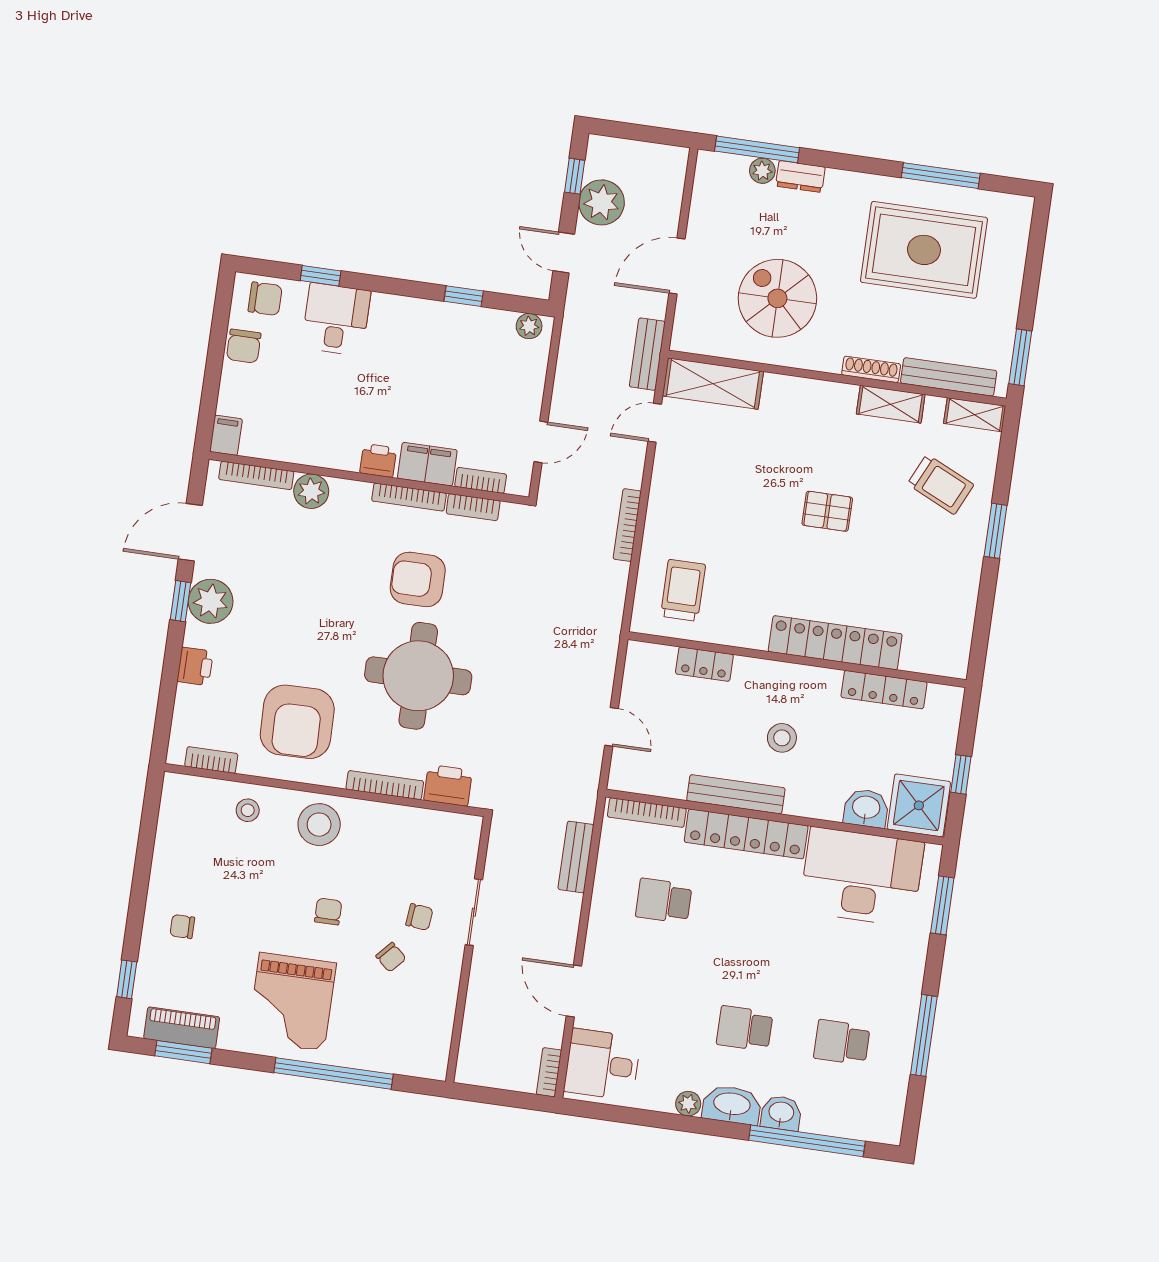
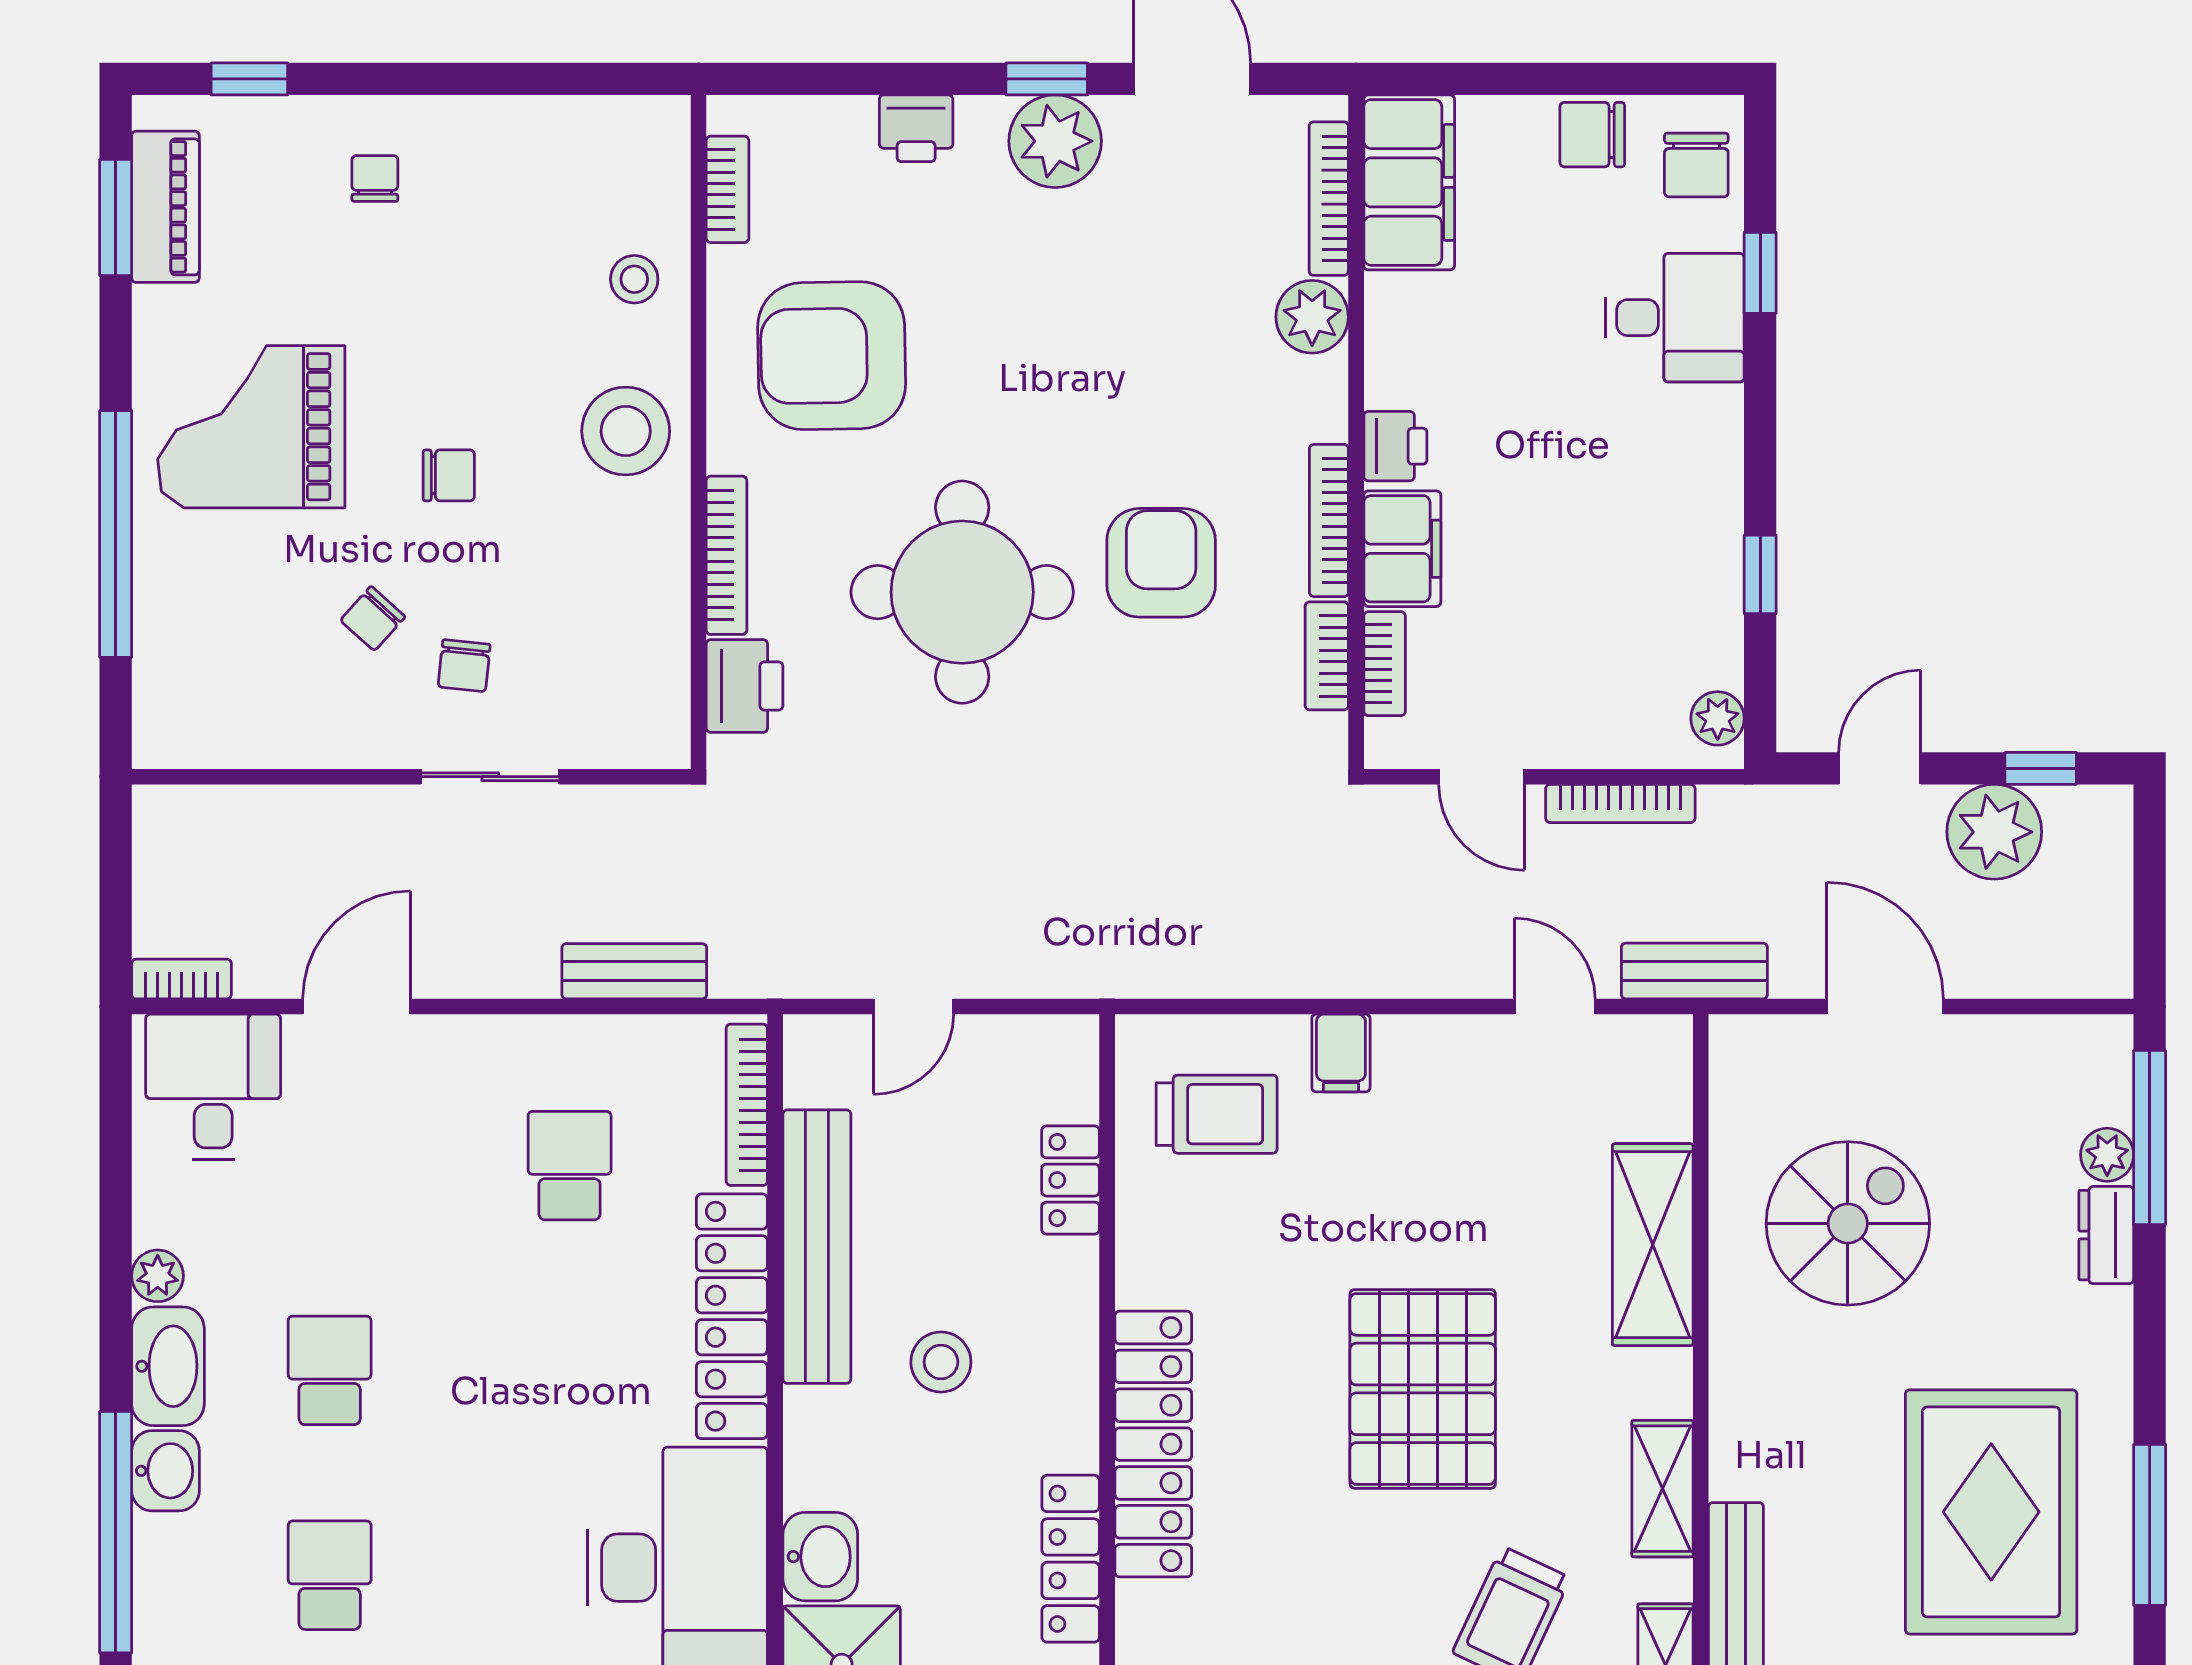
shoe rack: (871, 369) -> (1729, 1438), removed
shelving: (713, 384) -> (1653, 1245), moved
filing cabinet: (226, 435) -> (1409, 182), width x3.00, depth x1.17
pallet: (827, 511) -> (1423, 1389), width x2.05, depth x2.00
bookcase: (627, 525) -> (1620, 803), moved, turned 180
filing cabinet: (662, 527) -> (1341, 1053), added
bench: (736, 794) -> (817, 1247), width x1.37, depth x1.21

